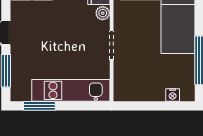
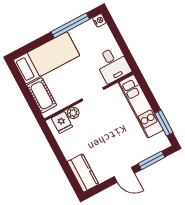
desk: (132, 84) -> (113, 65), added
nightstand: (173, 95) -> (99, 20), moved

